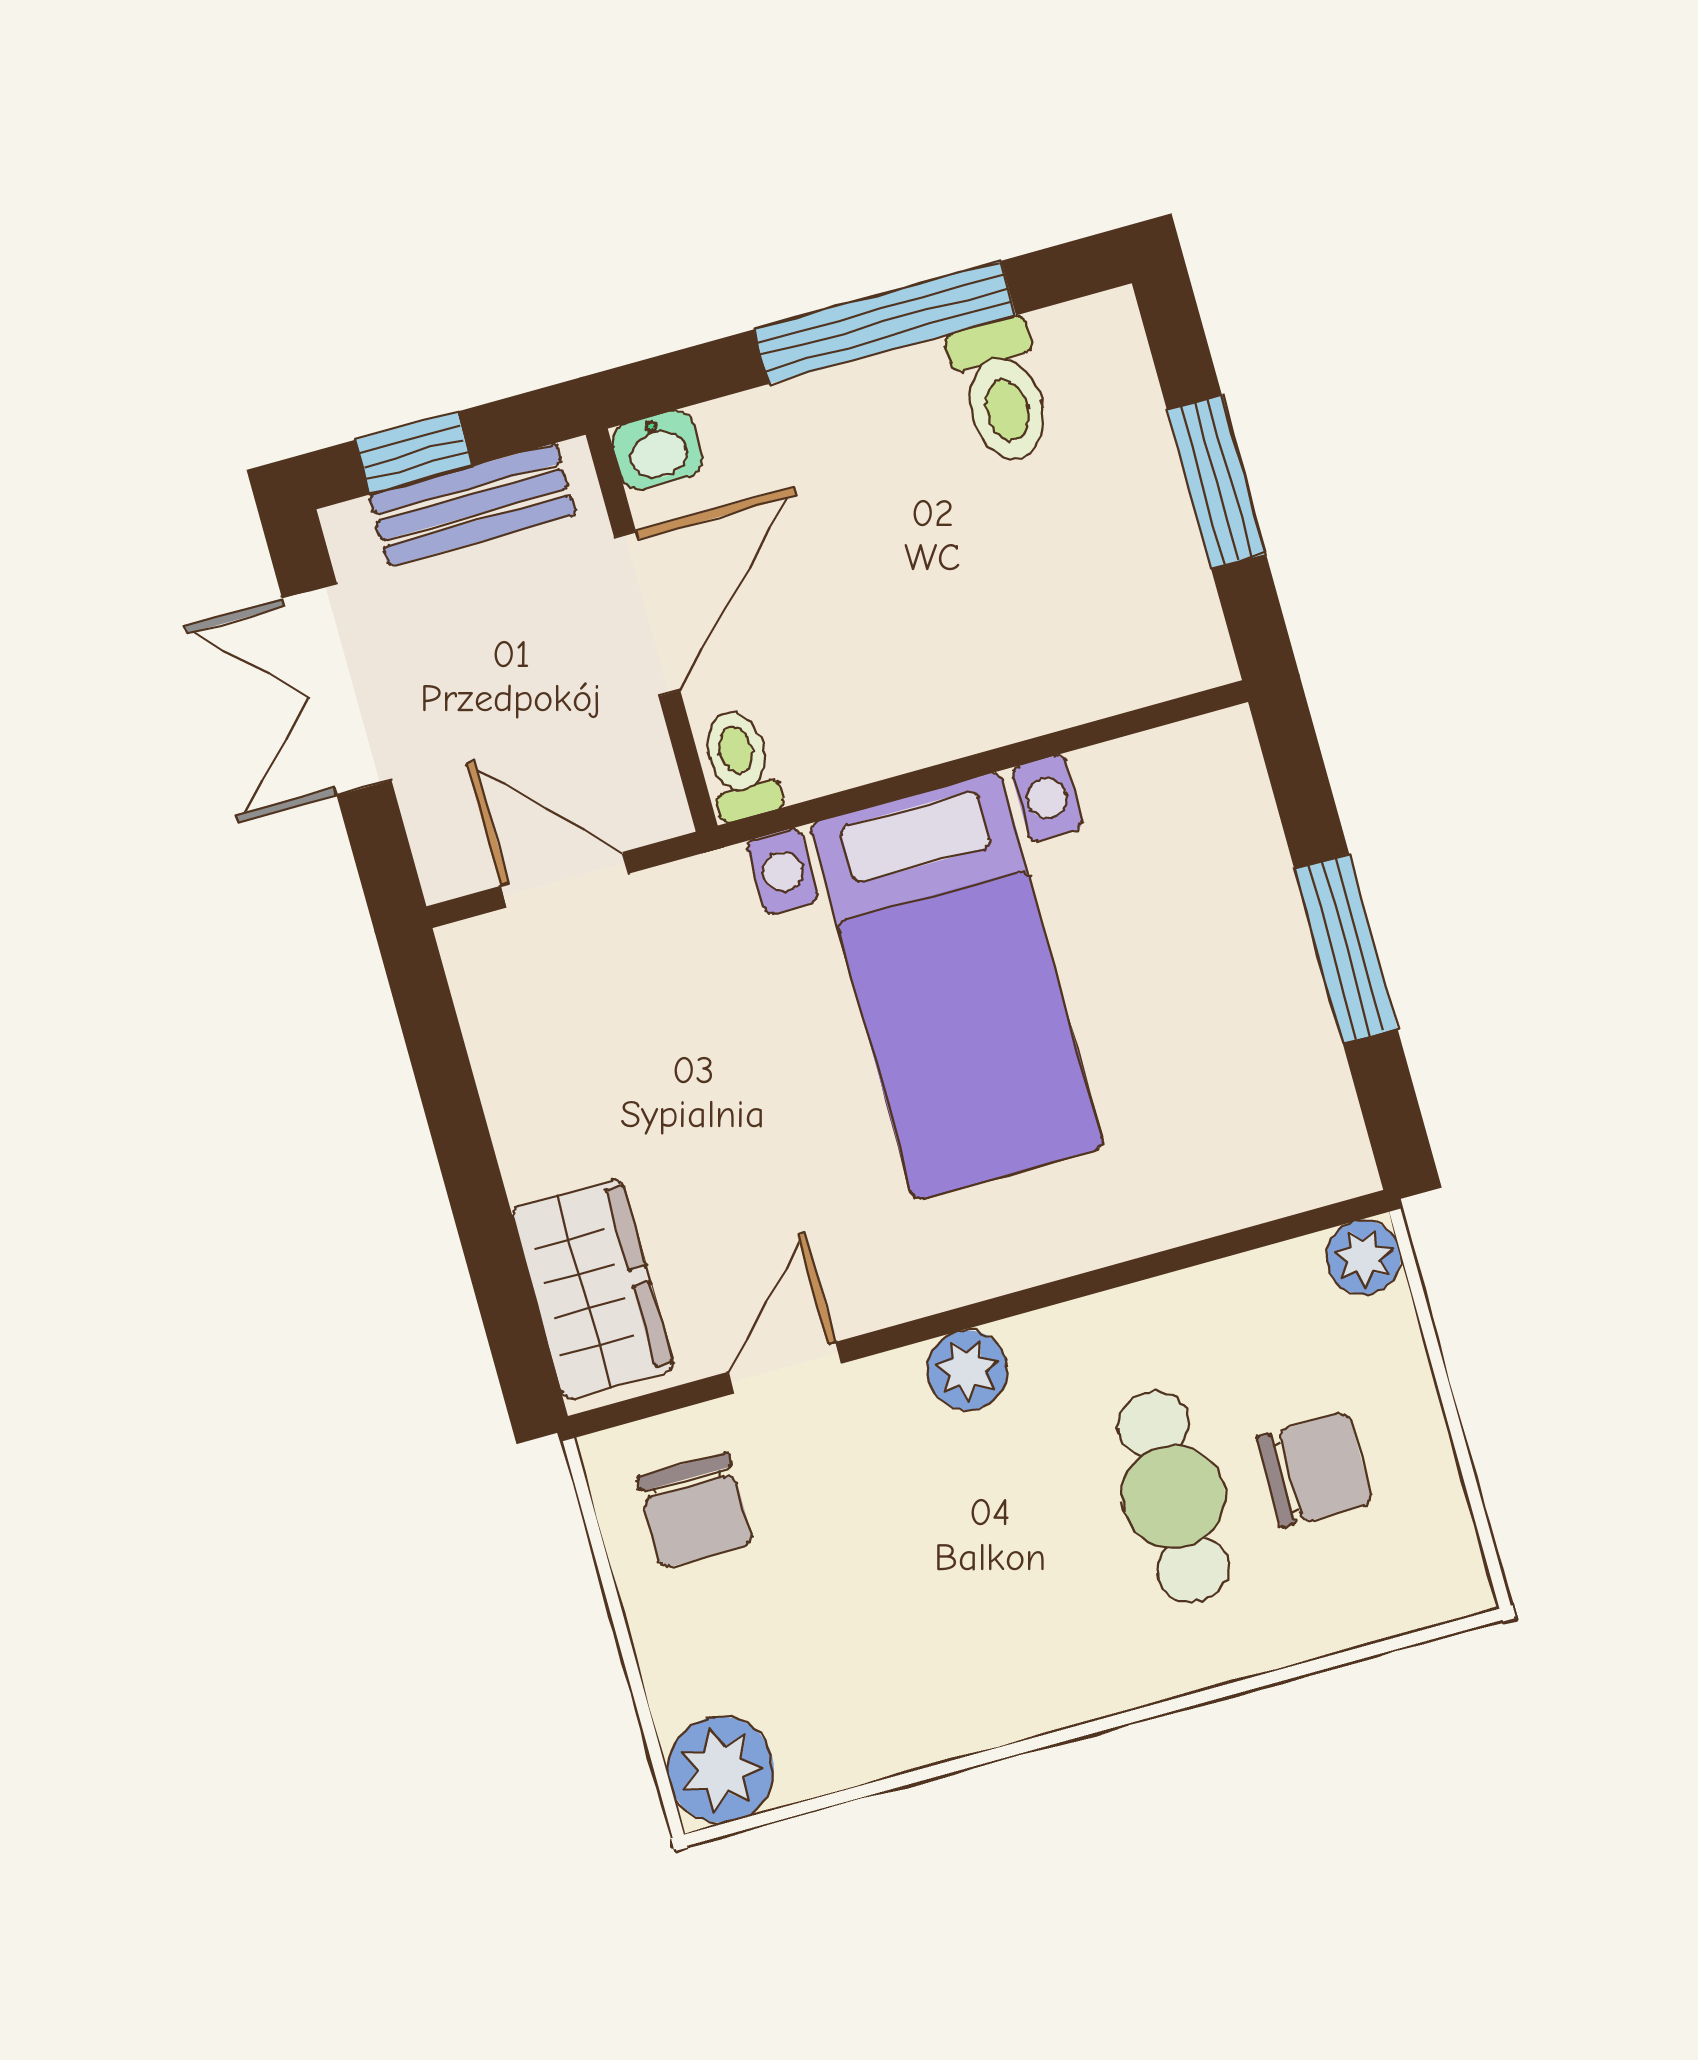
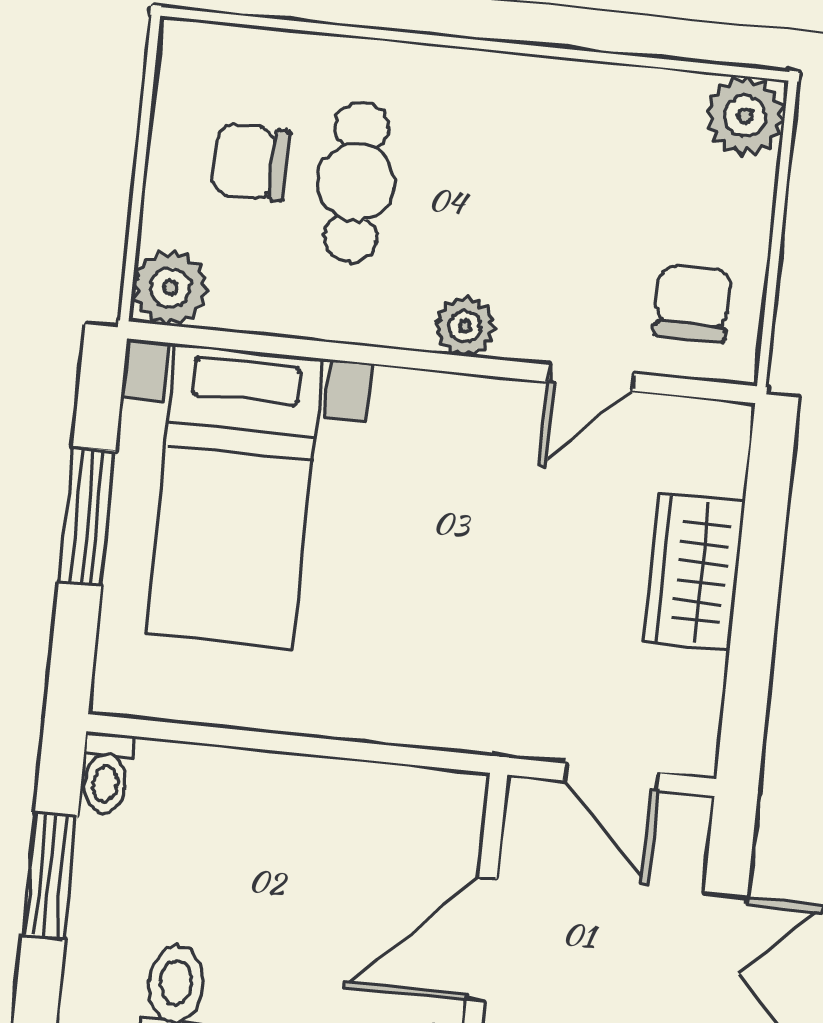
toilet: (740, 764) -> (106, 773), moved
bed with nightstands: (957, 986) -> (234, 496), moved, turned 180
plant: (1364, 1257) -> (170, 288), width x1.38, depth x1.38
wardrobe: (593, 1289) -> (694, 572), moved

